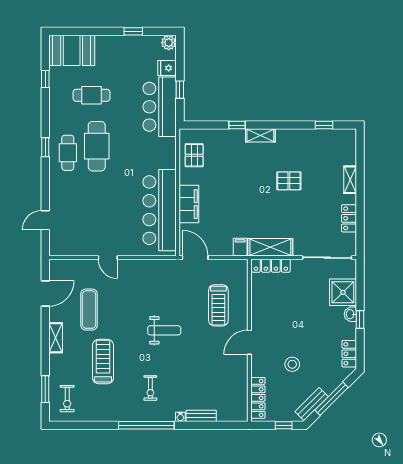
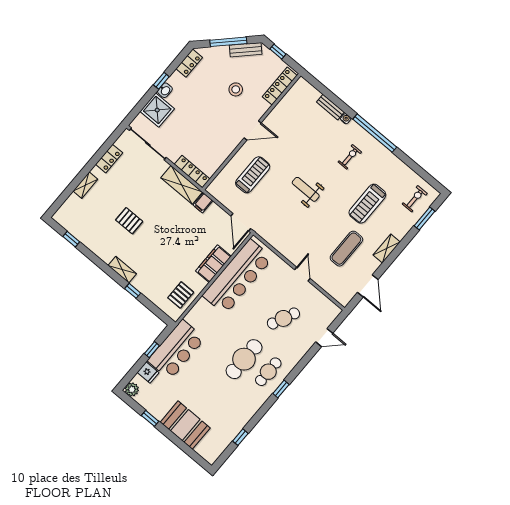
booth: (72, 50) -> (185, 425), moved
cafe table: (92, 95) -> (283, 318), moved, turned -65
door: (45, 293) -> (368, 286), swing flipped

